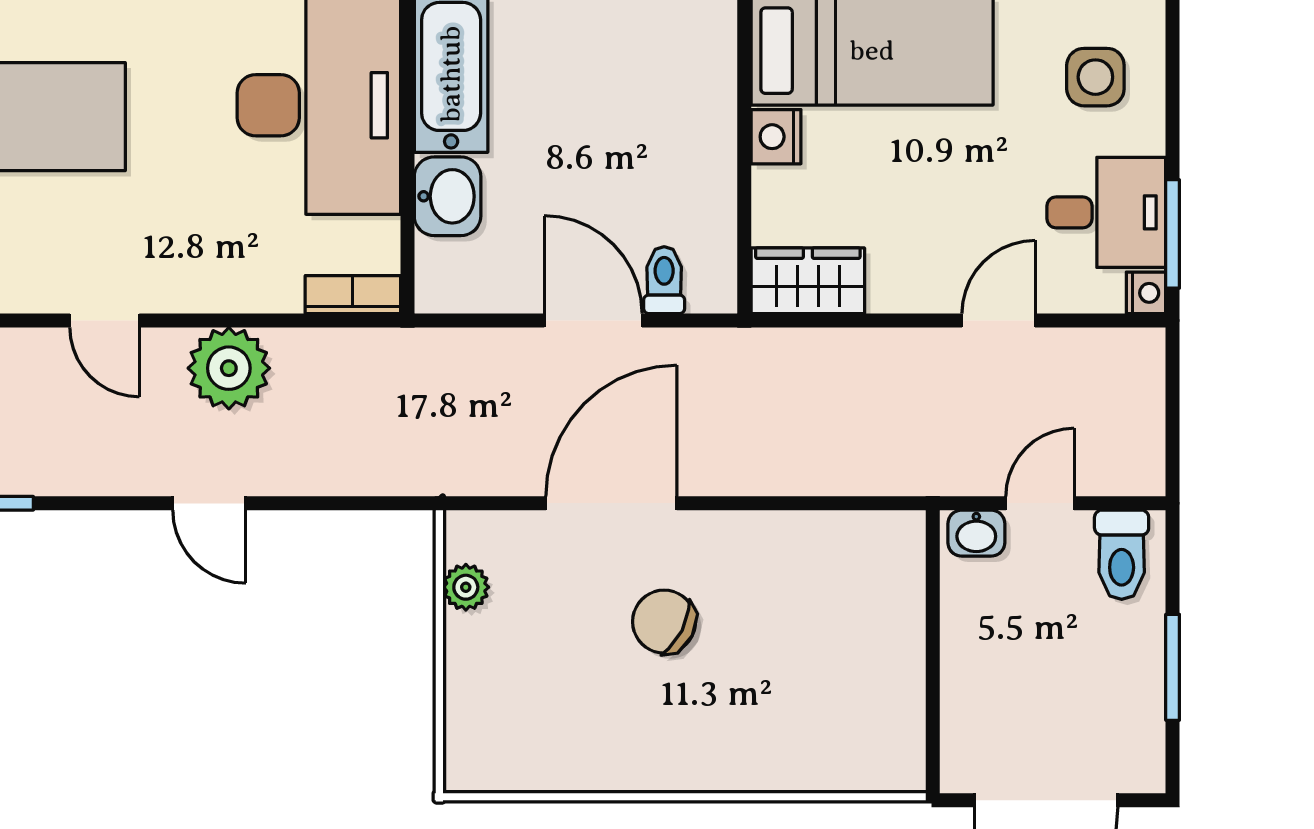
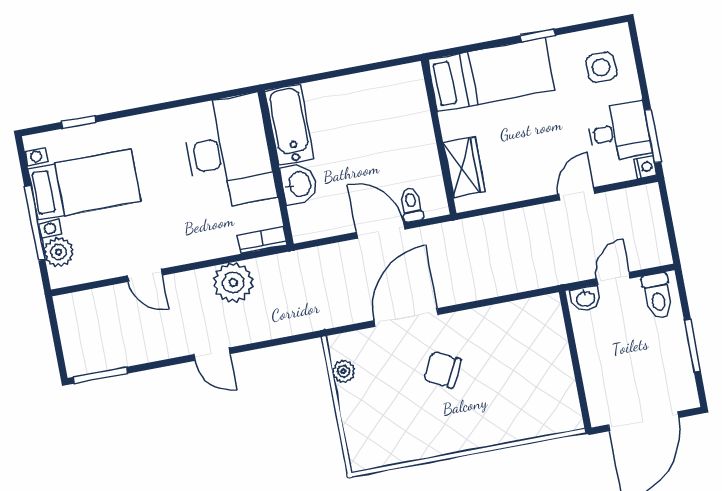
nightstand: (776, 137) -> (452, 125), removed
wardrobe: (808, 281) -> (464, 167), moved, turned 90
plant: (229, 368) -> (233, 283), moved

